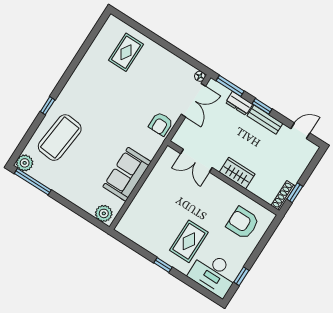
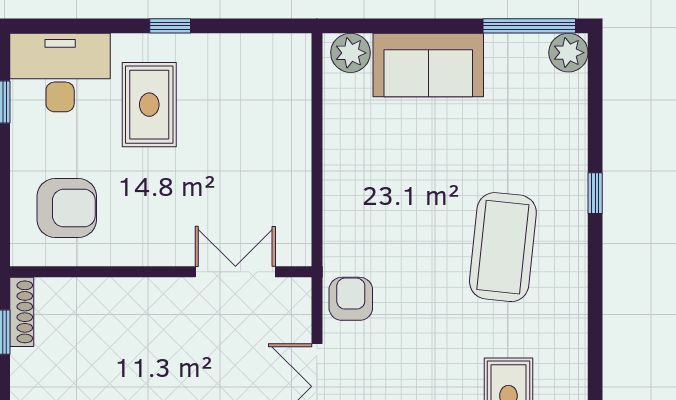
coffee table: (60, 138) -> (503, 247), moved
wardrobe: (237, 173) -> (140, 298), removed
sofa: (127, 174) -> (428, 65), moved, turned 90

